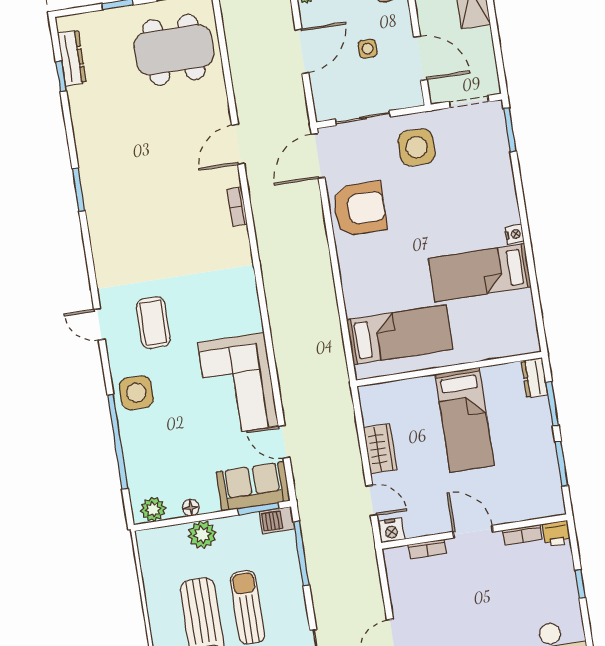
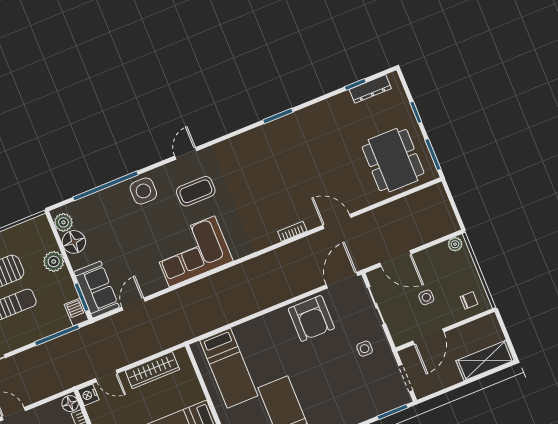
door: (302, 51) -> (395, 259), moved
side table: (416, 147) -> (365, 349), width x0.54, depth x0.54
door: (318, 156) -> (342, 280), hinge flipped
corner sofa: (238, 384) -> (192, 251), moved
wardrobe: (380, 449) -> (152, 370), width x1.50
door: (371, 501) -> (106, 376), hinge flipped
floor lamp: (191, 508) -> (74, 242), width x1.89, depth x1.89
floor lamp: (397, 558) -> (70, 404), added

